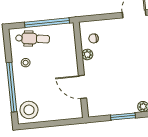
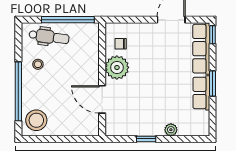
plant: (87, 55) -> (117, 67), width x1.87, depth x1.87
window: (123, 116) -> (146, 139), width x0.67

